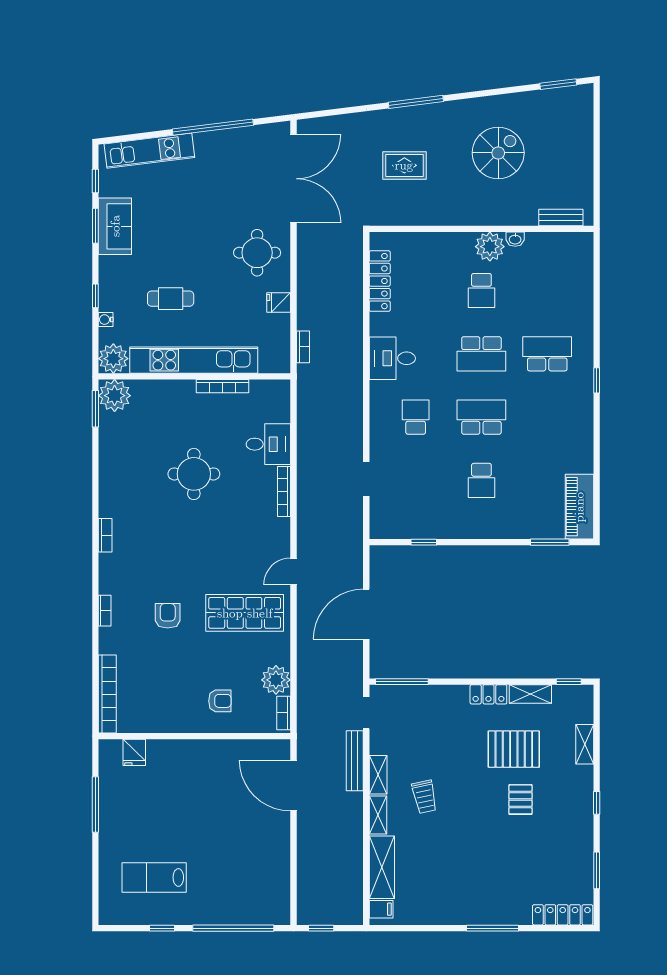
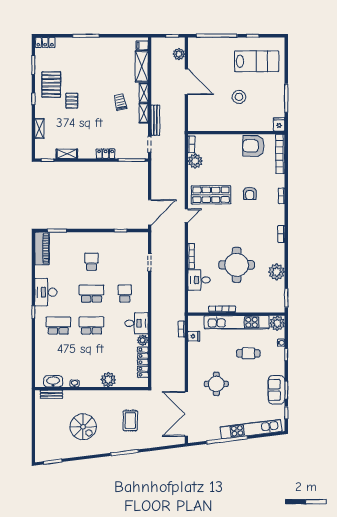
kitchen unit: (149, 151) -> (251, 429), width x1.36
spiral stairs: (498, 153) -> (83, 427), turned -90
rug: (404, 165) -> (130, 421), turned 90
washbasin: (557, 243) -> (53, 381), added
plant: (490, 247) -> (108, 380), moved
round table: (257, 253) -> (216, 384), moved
school desk: (481, 291) -> (91, 357), removed
fridge: (279, 303) -> (194, 336), moved
plant: (380, 325) -> (143, 340), added
school desk: (547, 354) -> (58, 326), turned 180
plant: (115, 396) -> (277, 272), moved
school desk: (416, 417) -> (125, 294), turned 180
school desk: (481, 417) -> (91, 294), turned 180
desk: (572, 420) -> (46, 292), added
round table: (194, 474) -> (237, 265), width x1.36, depth x1.36
door: (366, 614) -> (150, 212), moved
locker: (488, 694) -> (106, 154), moved
armchair: (220, 701) -> (254, 146), moved, width x1.88, depth x1.88
pallet: (514, 749) -> (51, 85), moved, turned 90
fridge: (134, 752) -> (279, 124), moved
door: (293, 786) -> (186, 82), moved
stool: (189, 807) -> (239, 97), added
lab bench: (154, 877) -> (257, 61), width x1.36, depth x1.39
plant: (308, 892) -> (179, 54), added
locker: (563, 915) -> (45, 42), width x0.66

